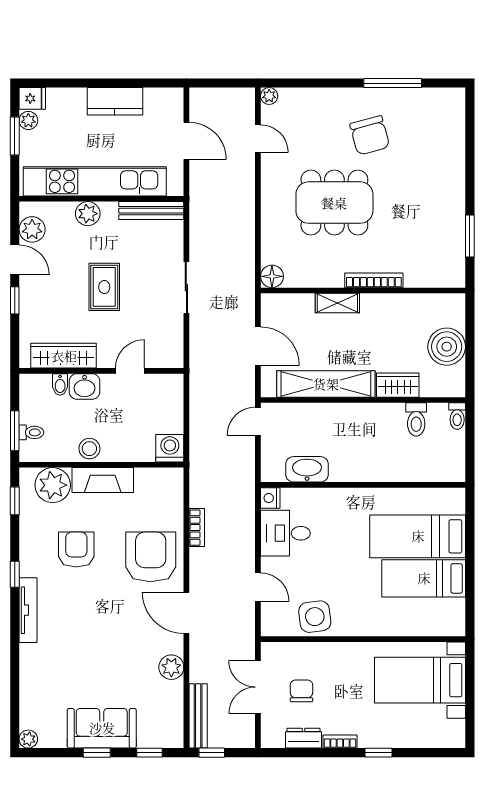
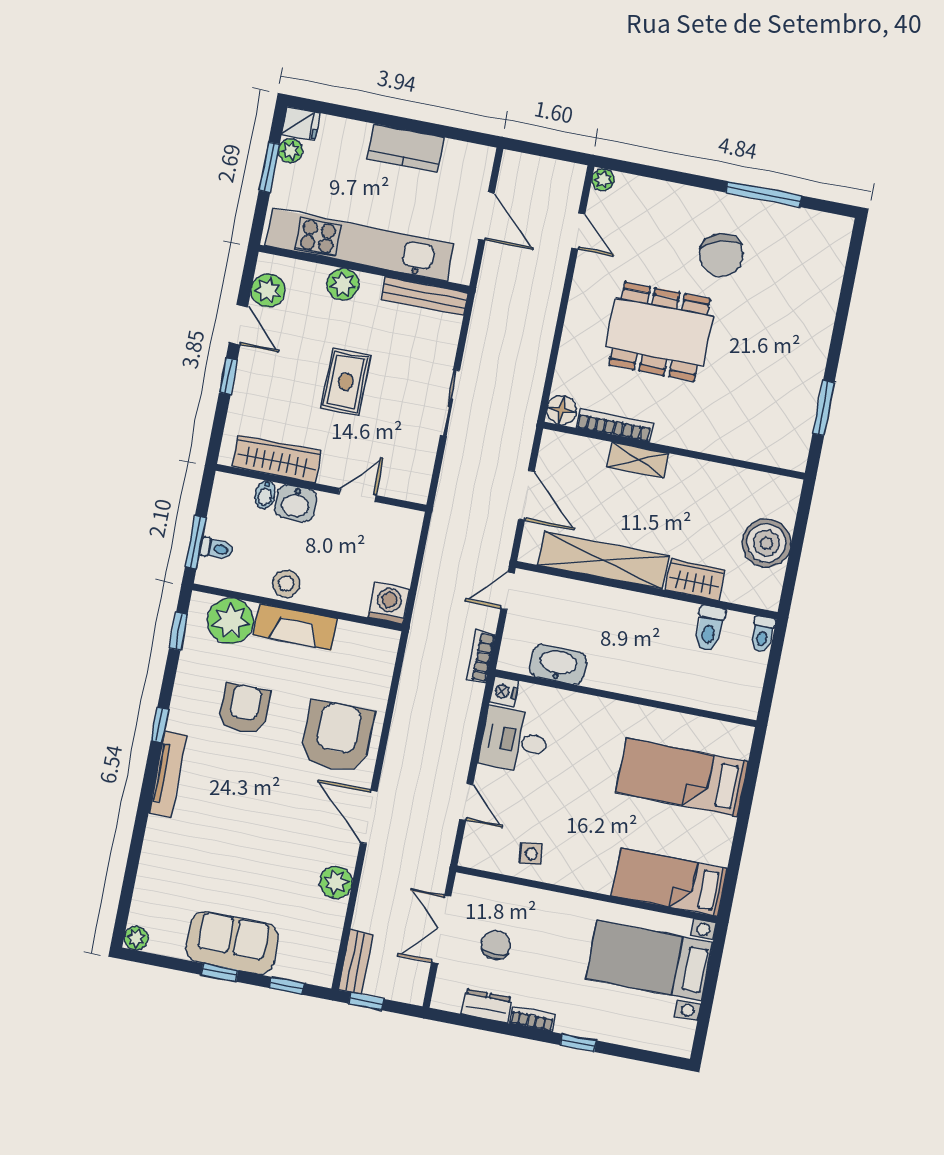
bookcase: (374, 280) -> (614, 426), moved
bookcase: (197, 528) -> (481, 657), moved, turned 180
bed: (424, 578) -> (669, 882), moved
side table: (315, 617) -> (531, 854), width x0.54, depth x0.54
bench: (198, 716) -> (356, 962), width x0.73

